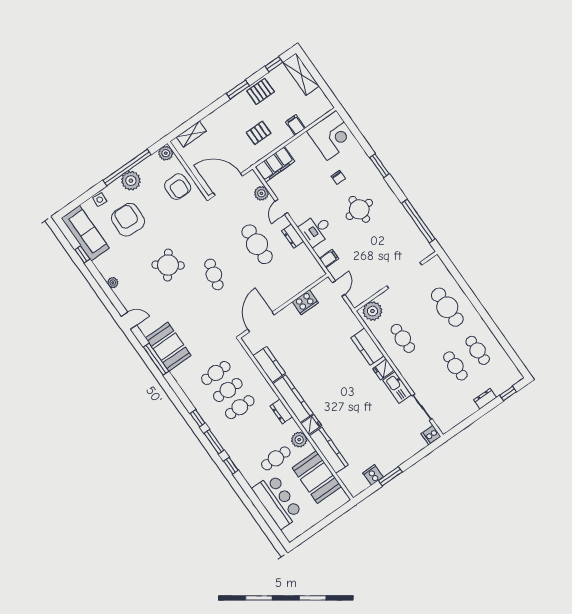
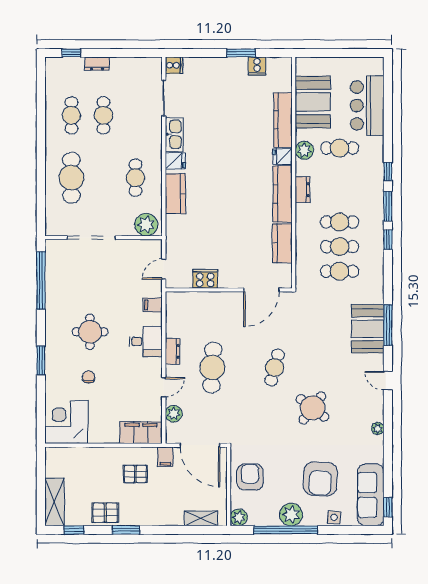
filing cabinet: (295, 125) -> (165, 457), moved
window: (82, 254) -> (388, 507), moved

